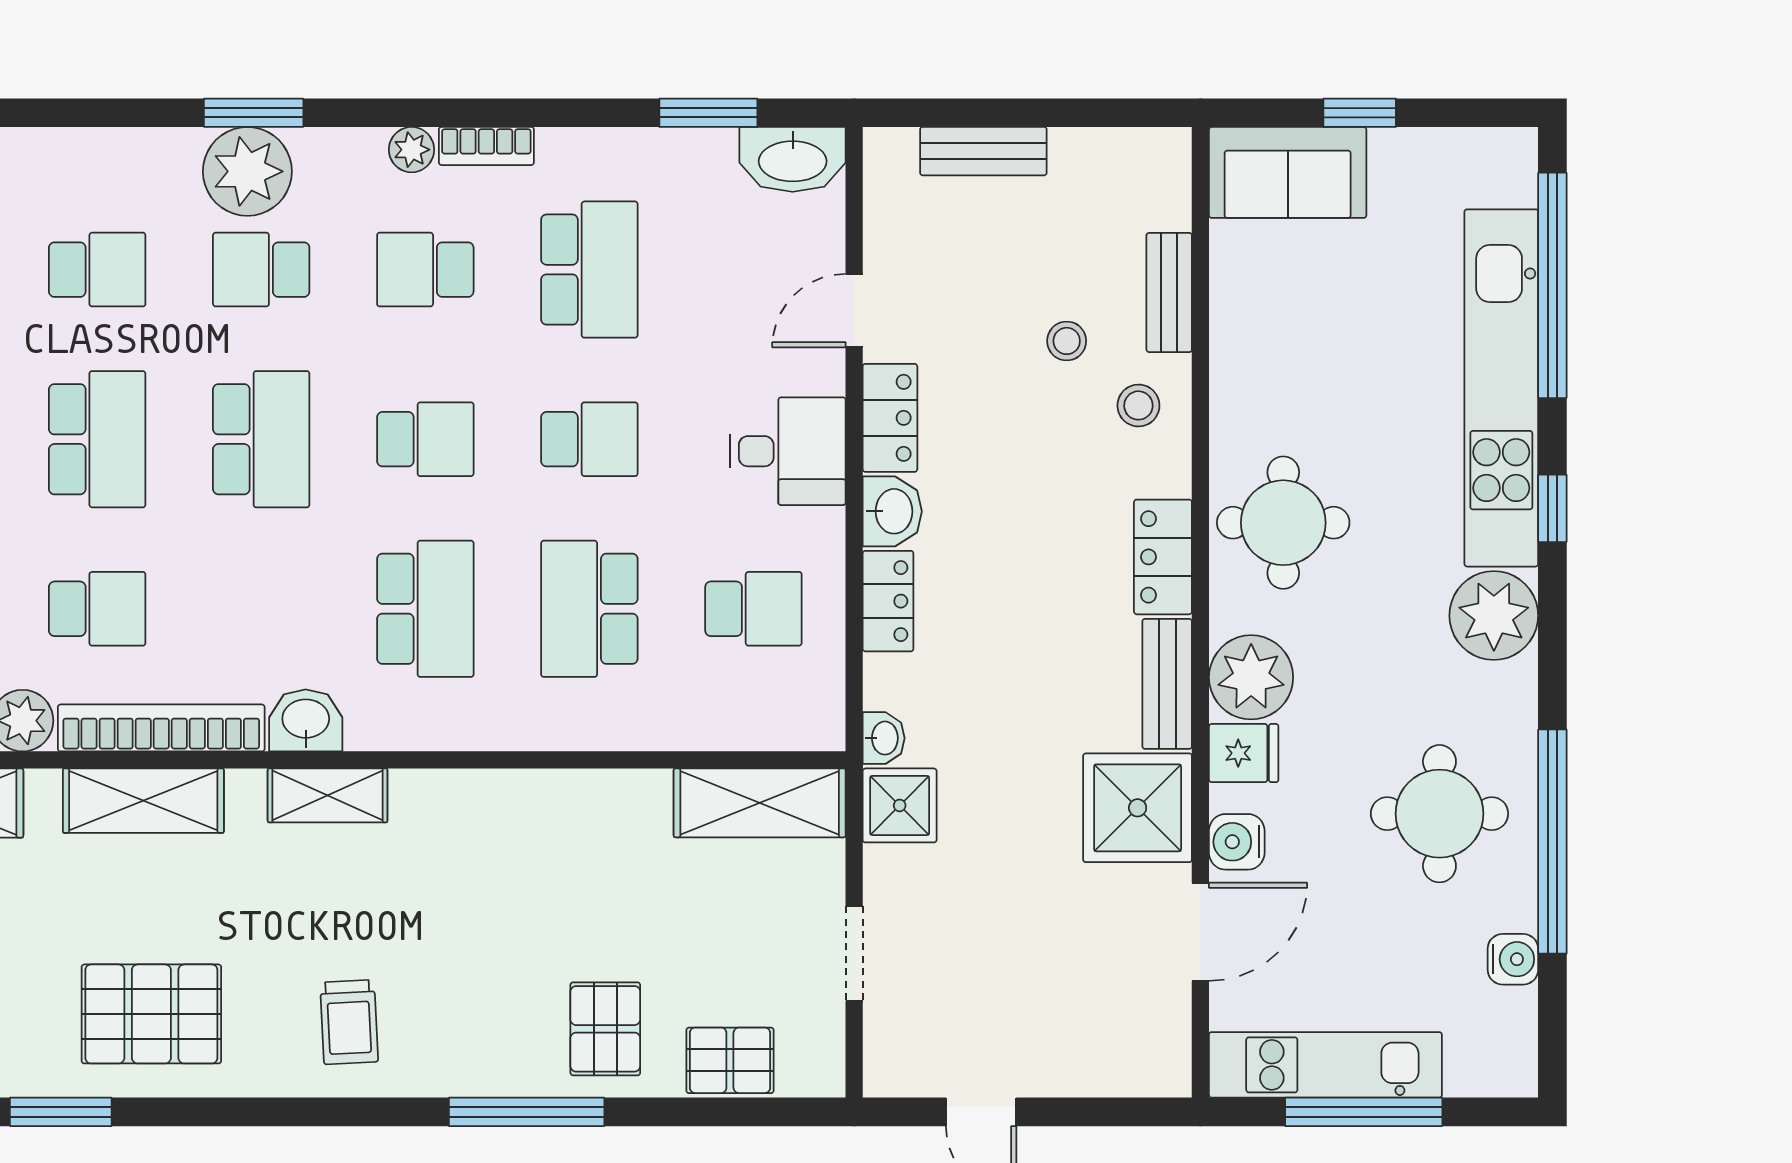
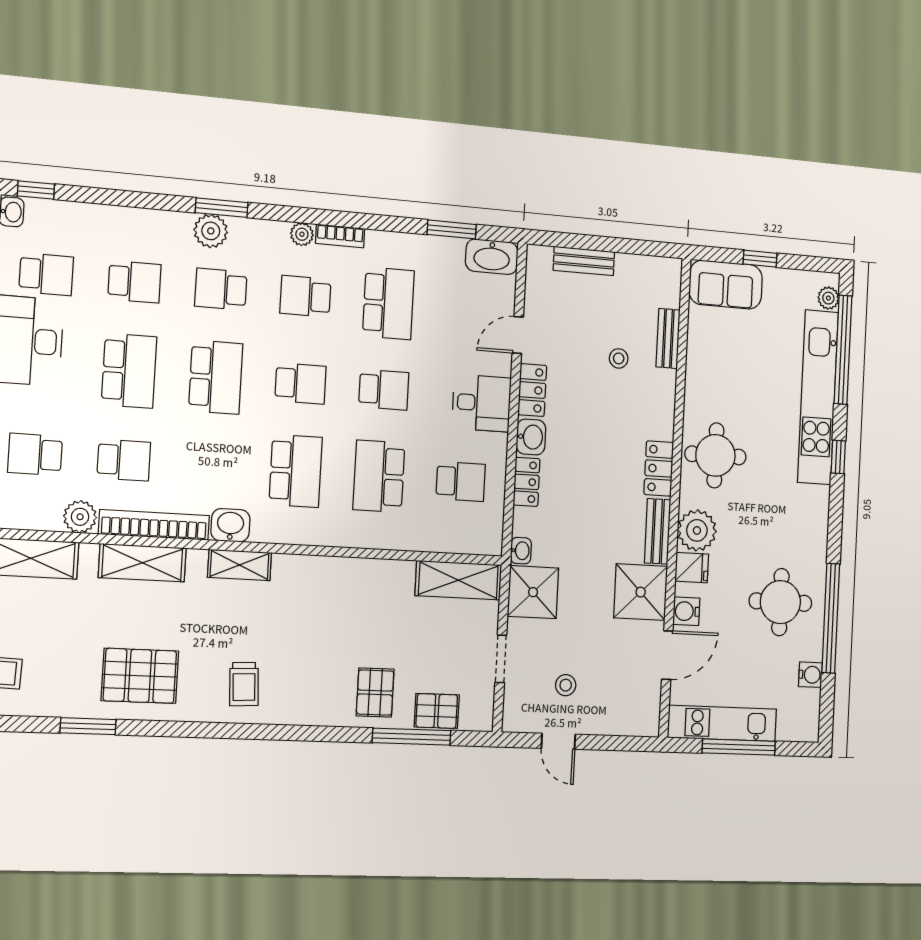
plant: (247, 171) -> (211, 231), width x0.73, depth x0.73
stool: (1138, 405) -> (566, 685), moved
plant: (1494, 616) -> (828, 298), moved, width x0.53, depth x0.53
shower: (900, 805) -> (533, 592), width x1.36, depth x1.36
window: (527, 1112) -> (412, 737), moved

